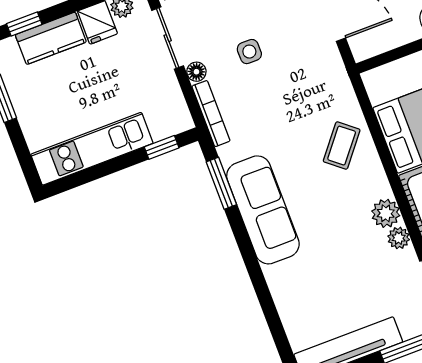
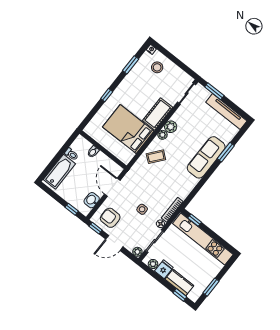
kitchen unit: (92, 149) -> (203, 239), width x1.36
window: (221, 183) -> (226, 152), moved
sofa: (263, 210) -> (206, 157), moved
plant: (399, 238) -> (162, 135), moved

